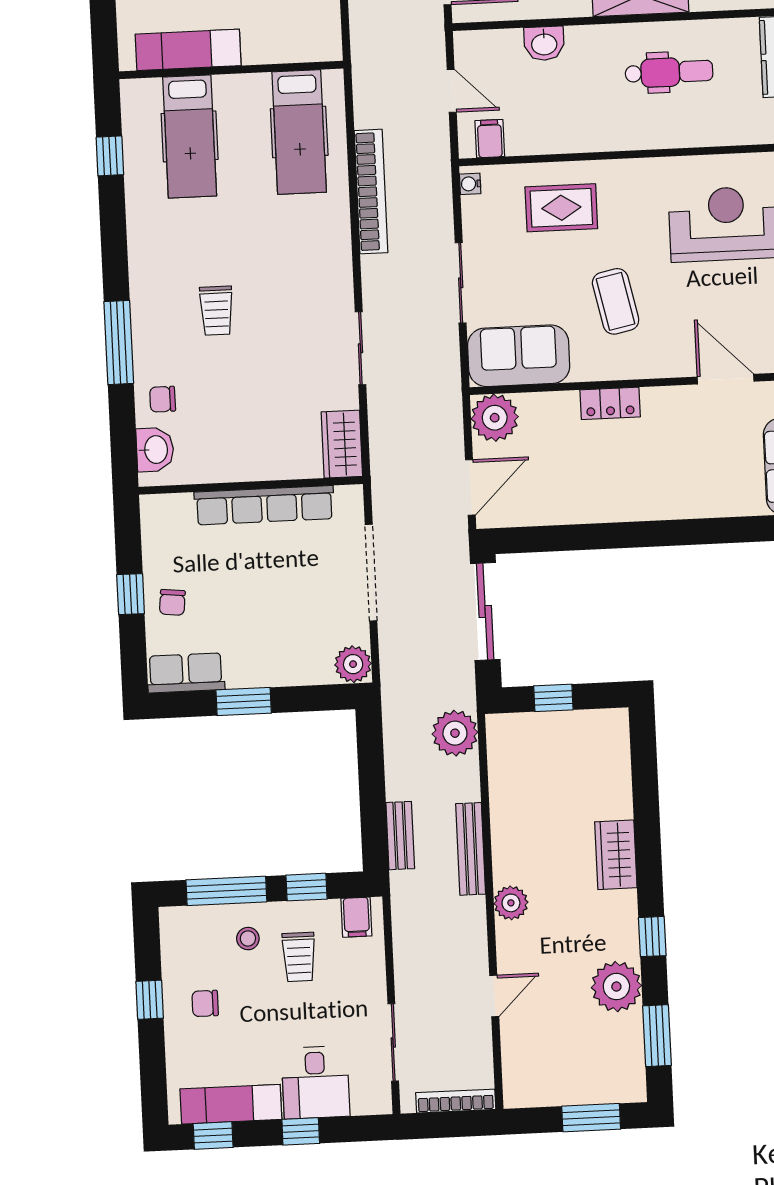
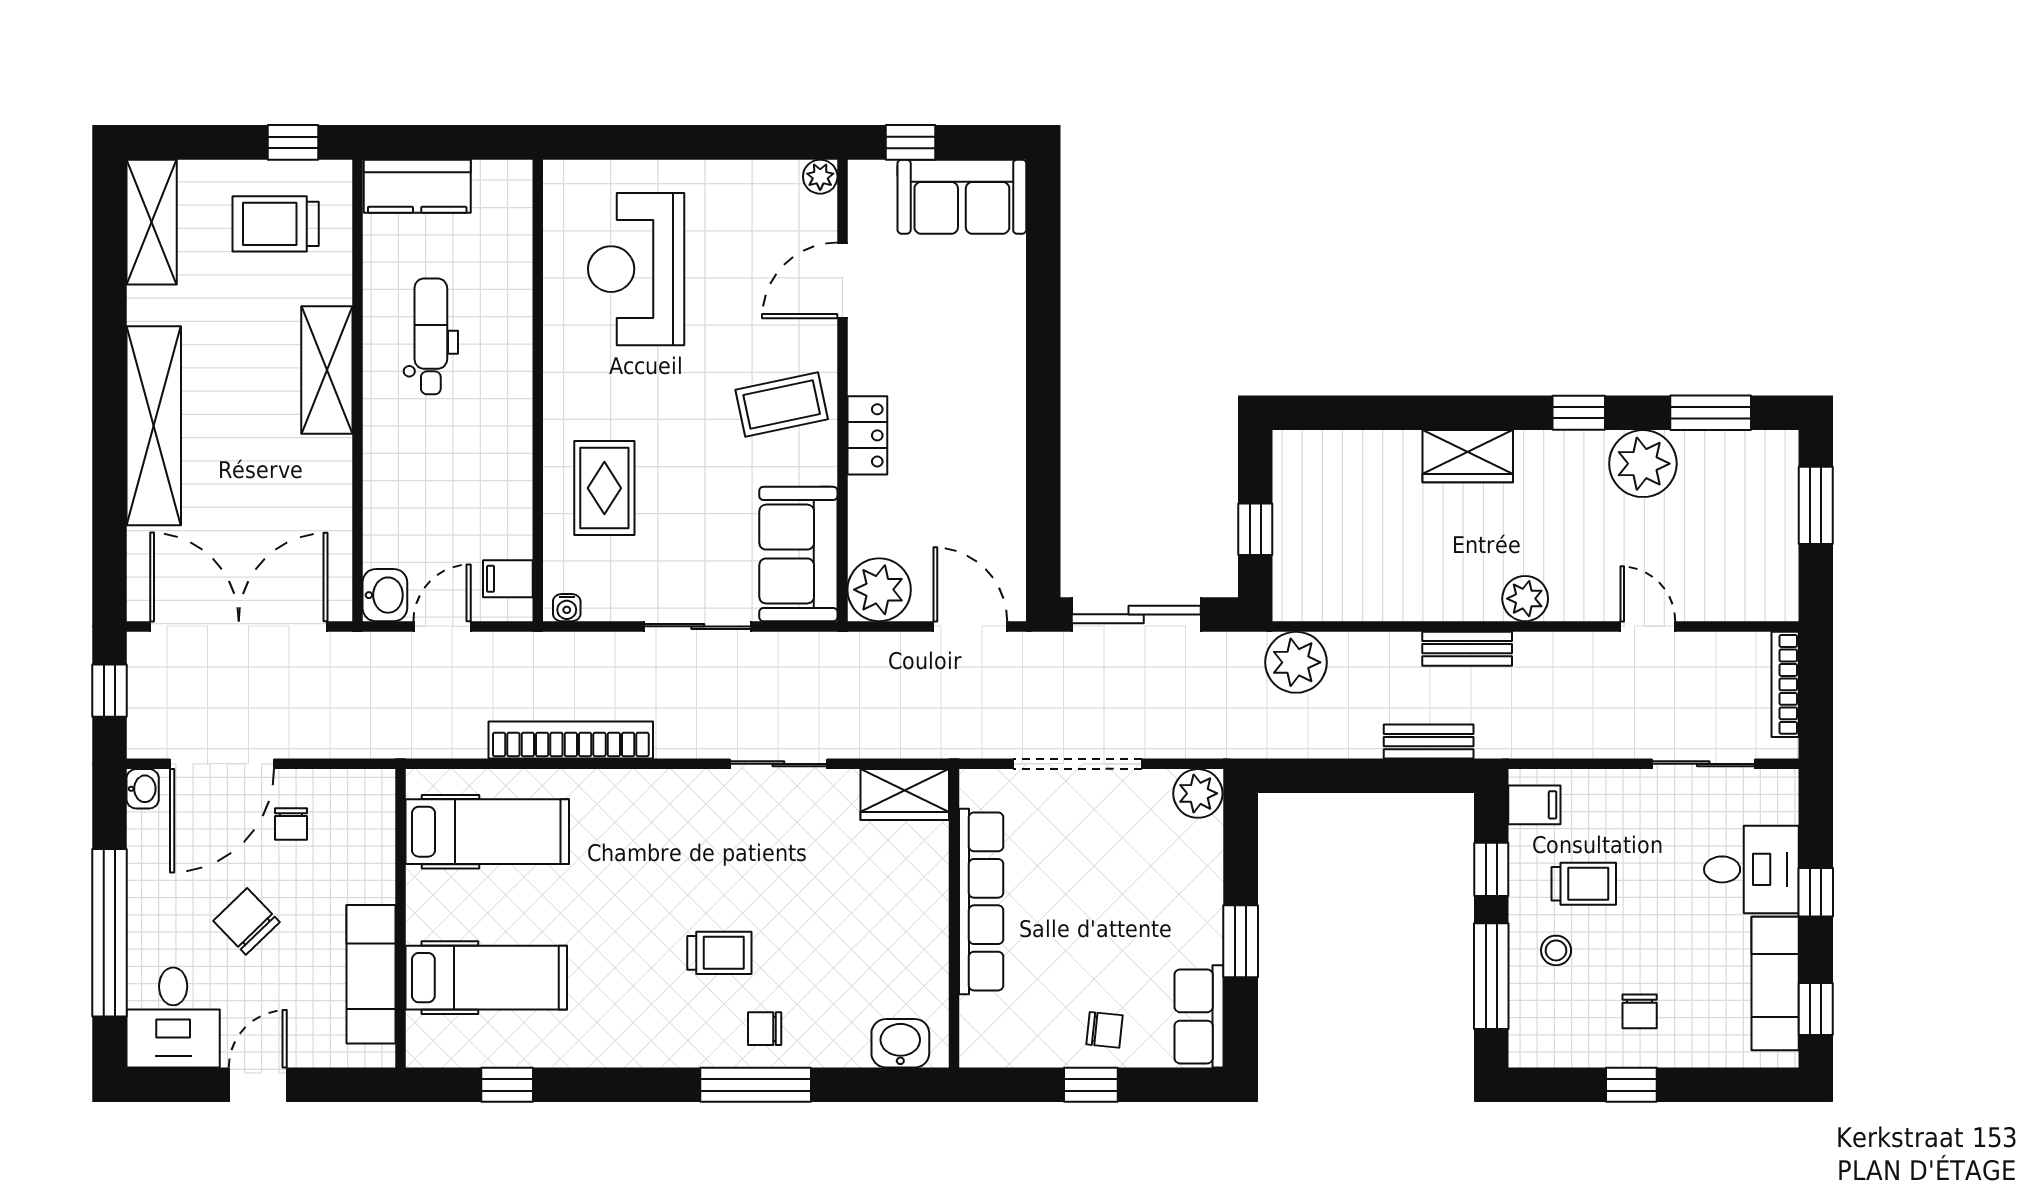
washbasin: (544, 43) -> (385, 595), moved
coffee table: (616, 301) -> (782, 405), moved
chair: (163, 399) -> (765, 1029), moved, turned 90
bench: (471, 849) -> (1467, 649), width x0.73

